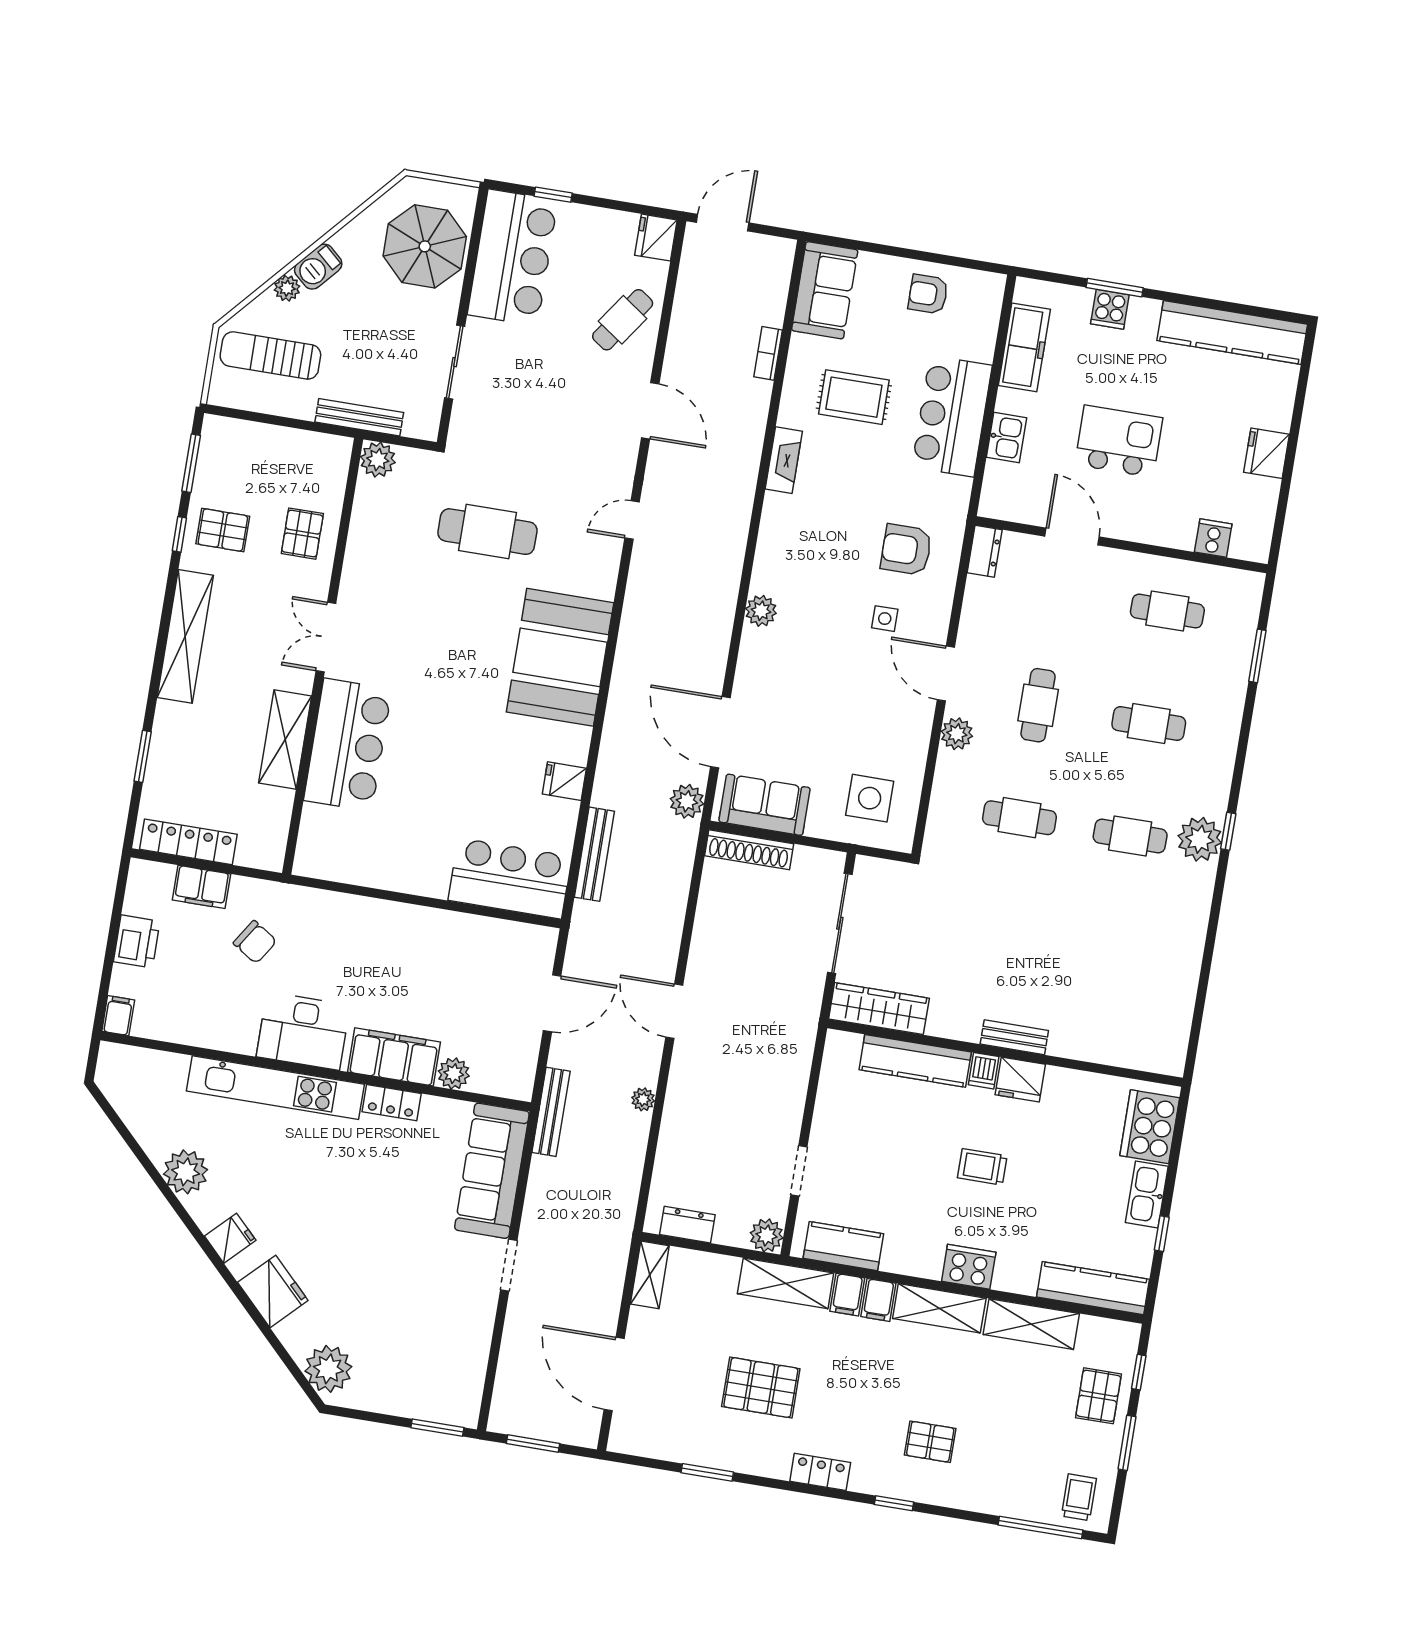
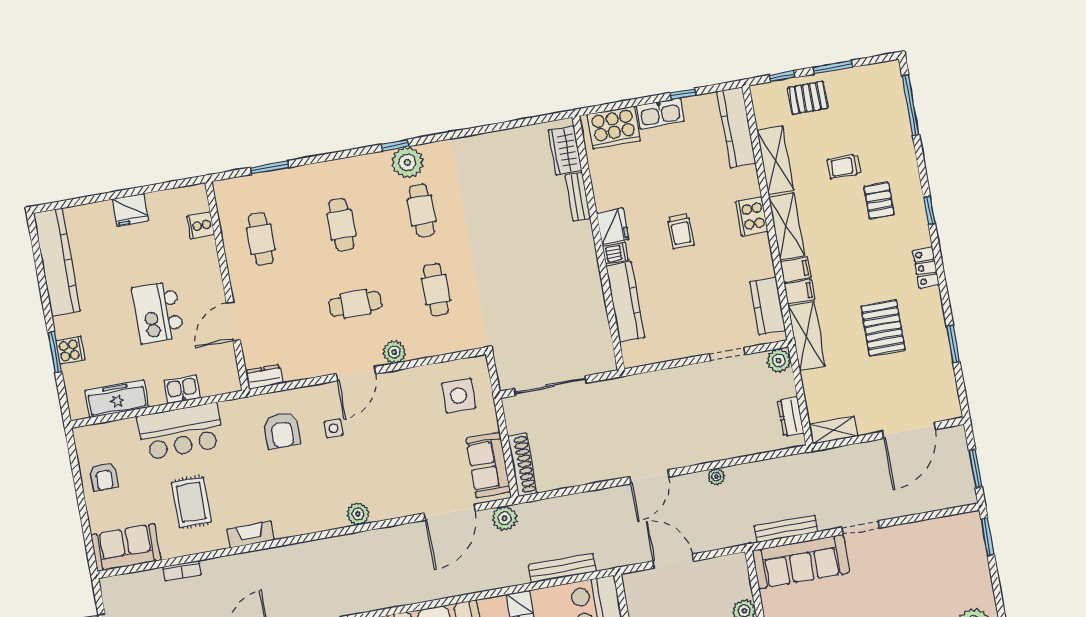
wardrobe: (879, 1009) -> (565, 150), moved, width x0.67
bench: (1014, 1037) -> (578, 197), moved
bench: (551, 1112) -> (786, 529), moved
trolley: (1079, 1497) -> (844, 166), moved

